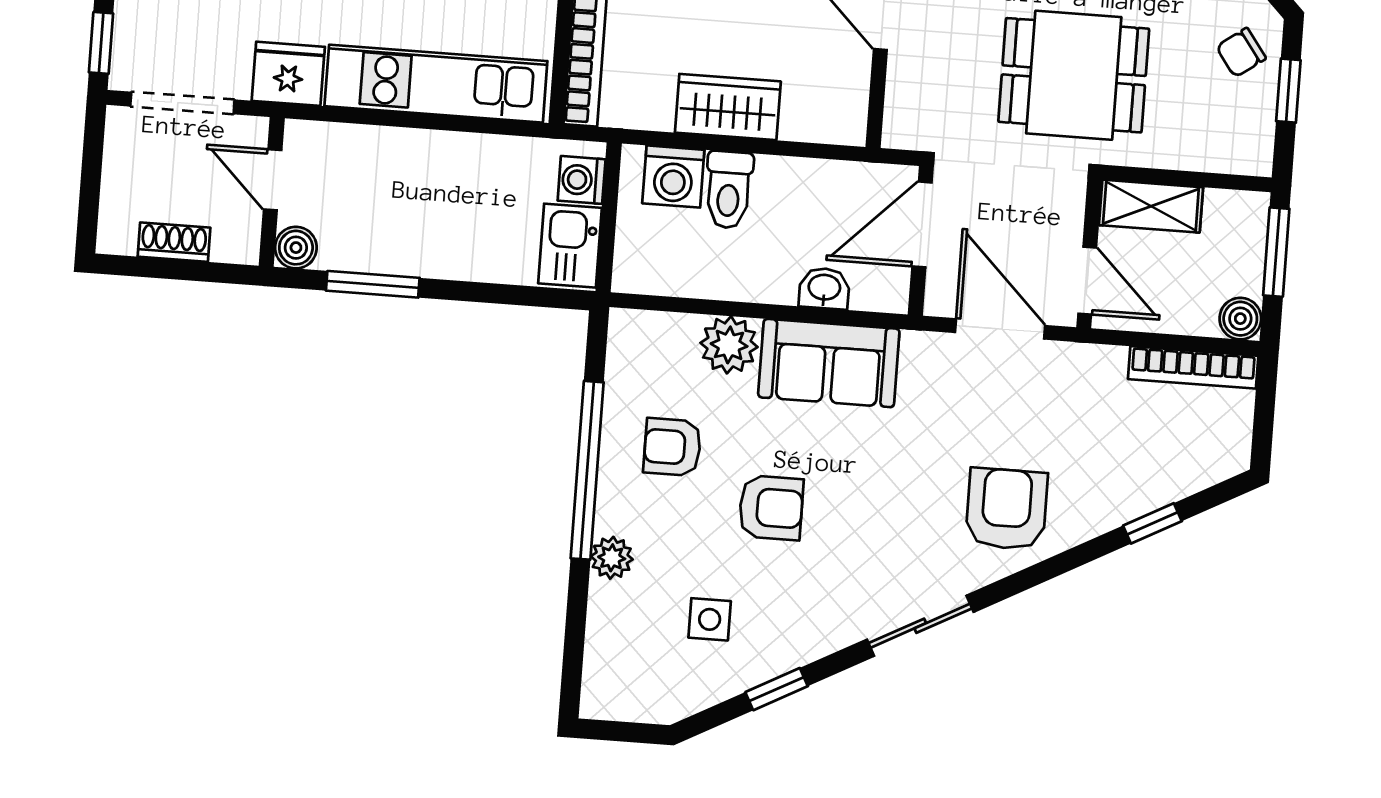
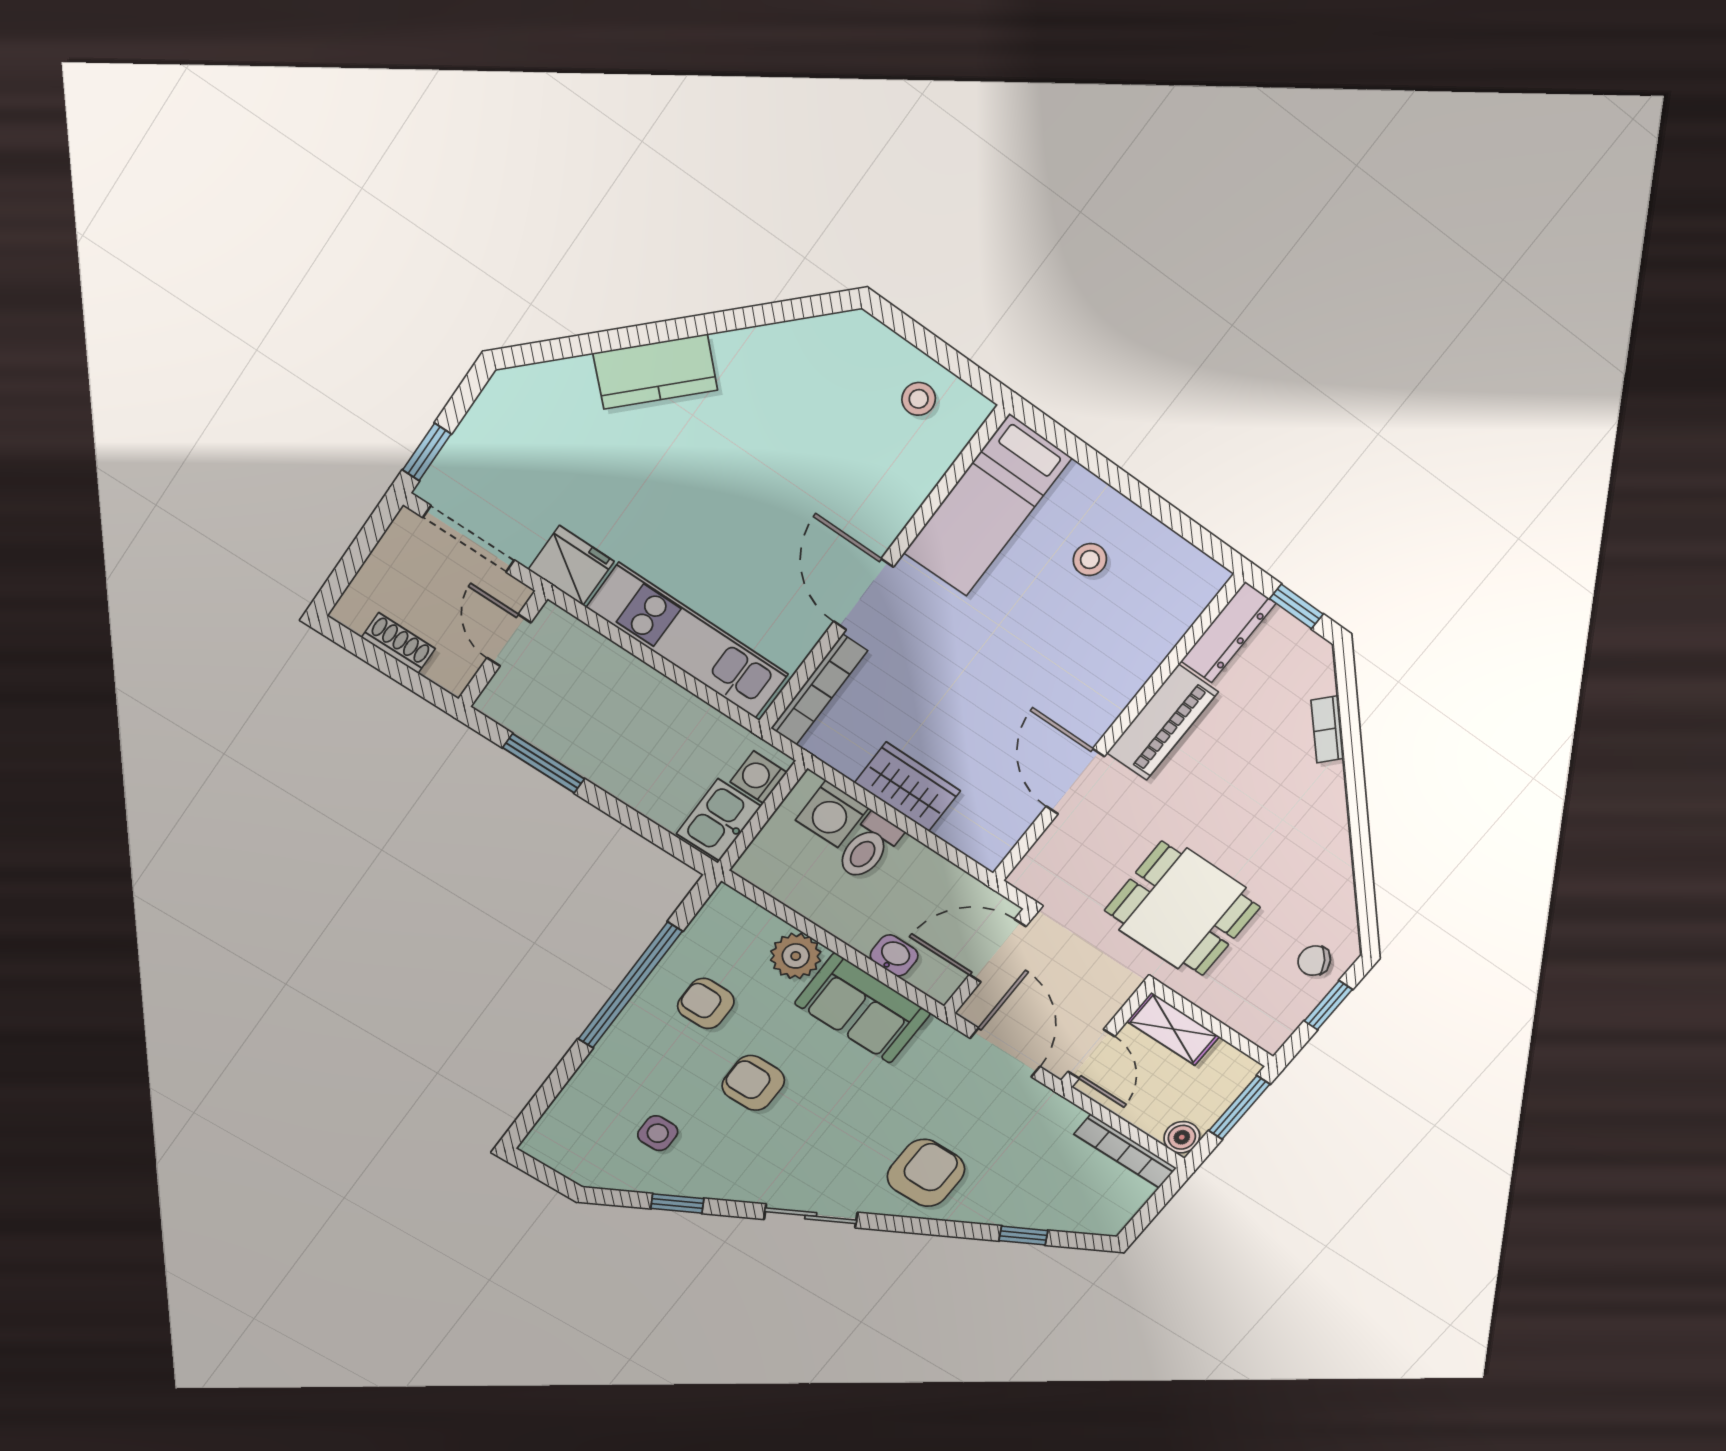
boiler: (296, 248) -> (497, 702), removed
armchair: (771, 508) -> (753, 1083), turned 180
plant: (612, 558) -> (610, 1055), removed

